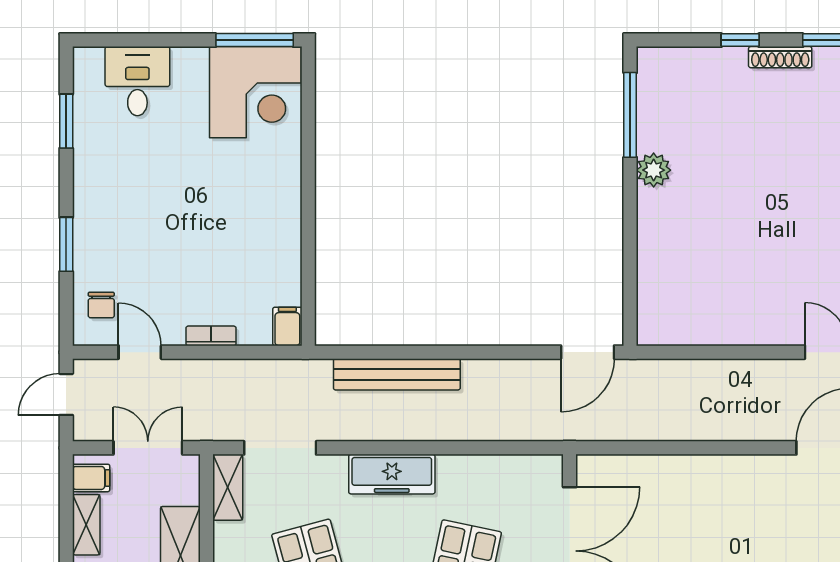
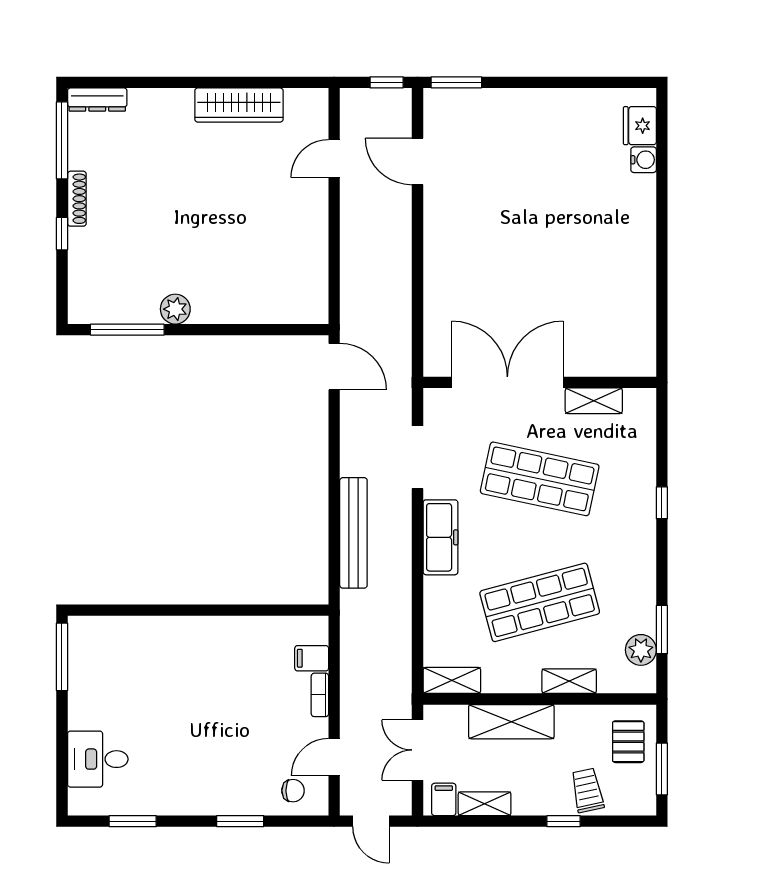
corner desk: (255, 92) -> (107, 656), removed
filing cabinet: (287, 326) -> (312, 658), moved
doorway: (280, 448) -> (417, 457), moved

